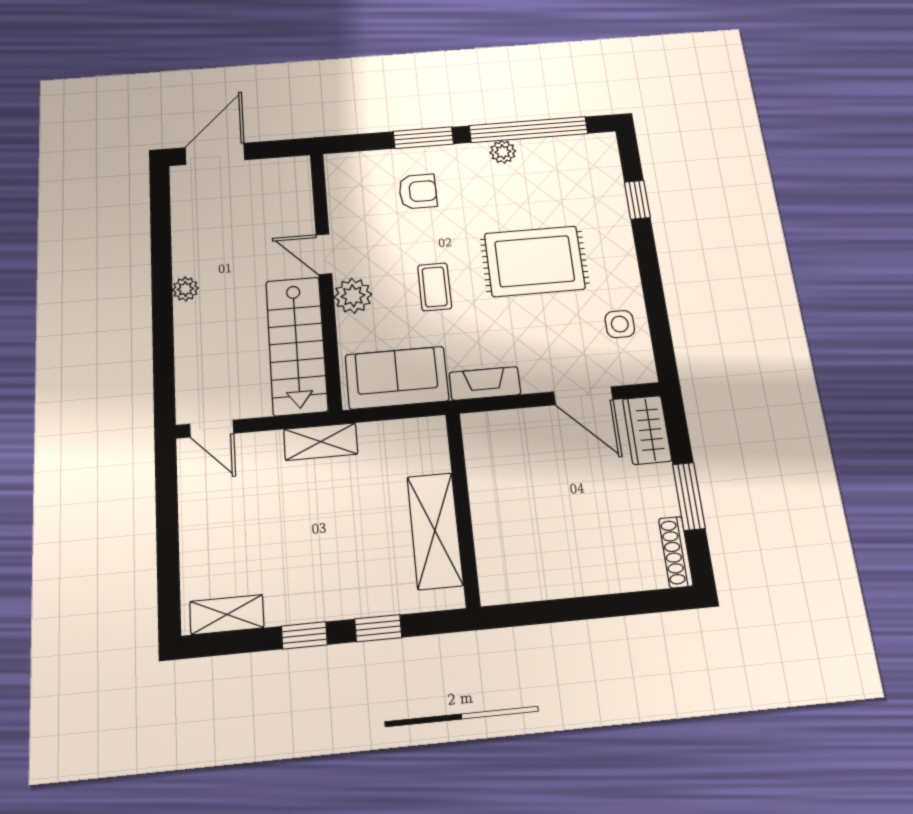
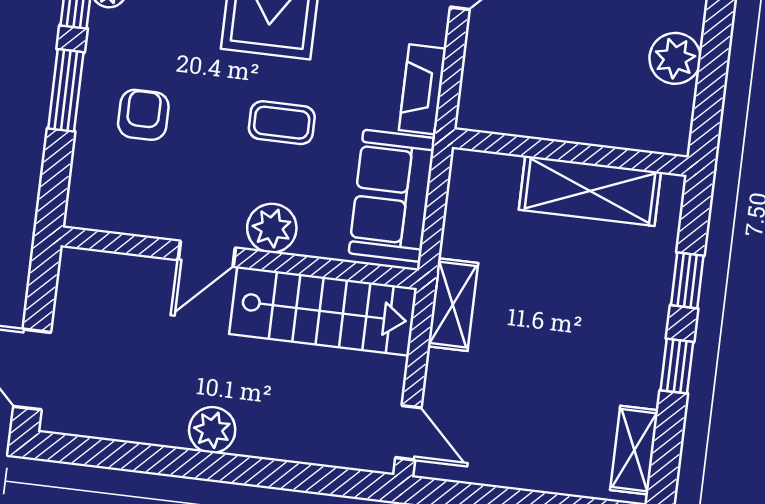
plant: (185, 289) -> (212, 430), width x1.38, depth x1.38
door: (212, 429) -> (408, 433), hinge flipped
plant: (559, 577) -> (675, 58), added

